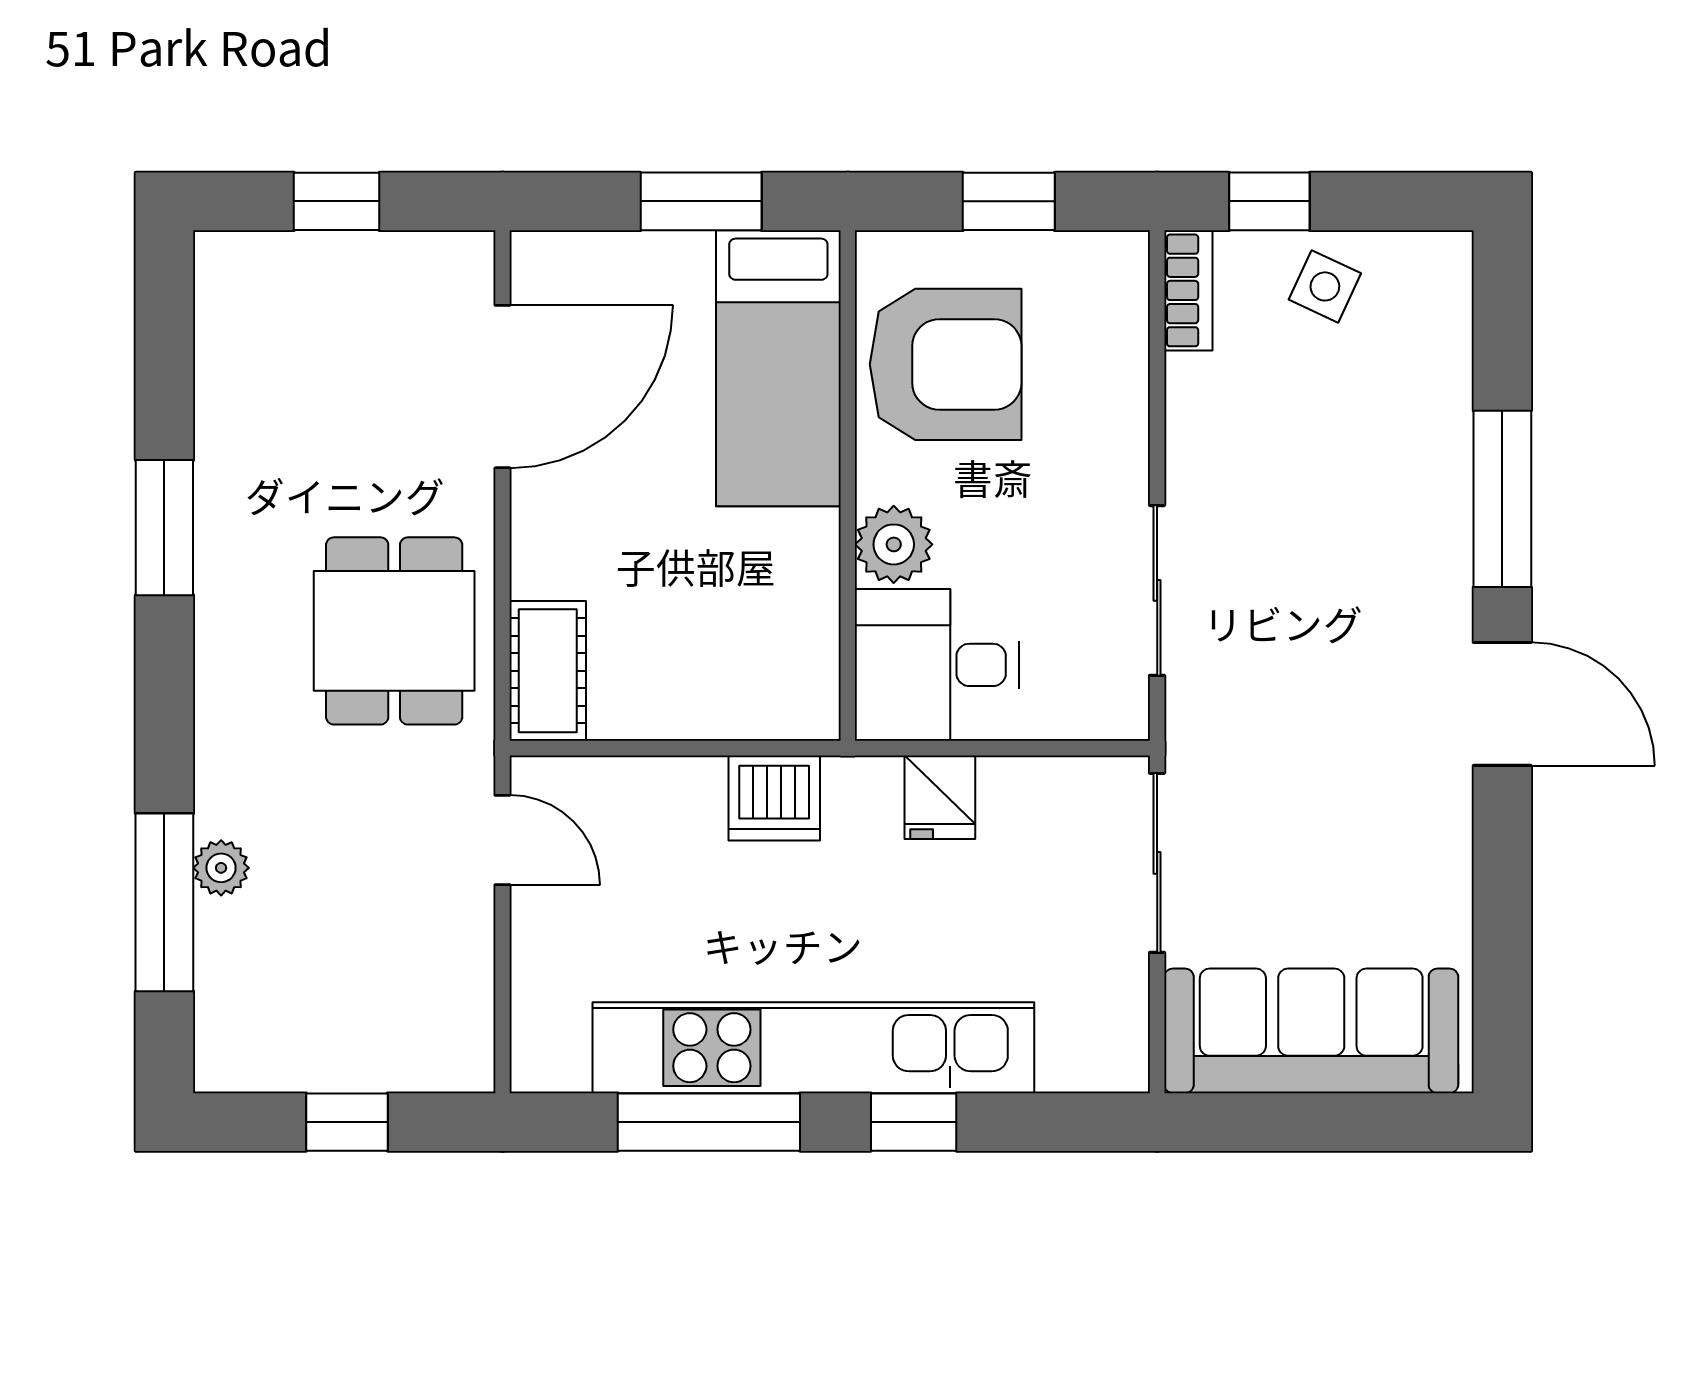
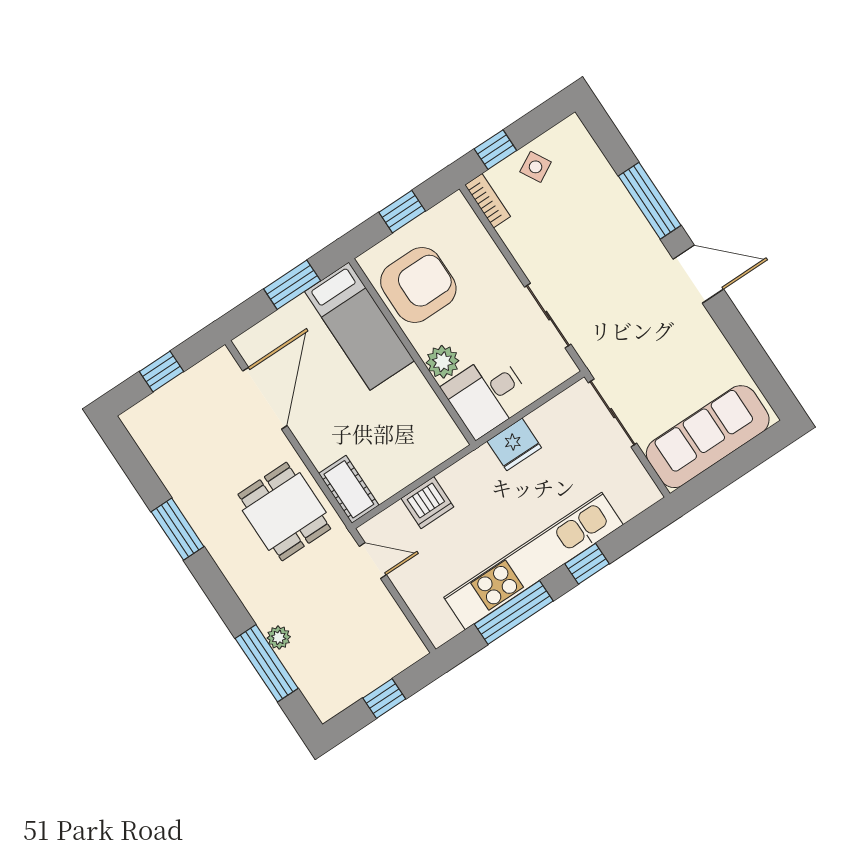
side table: (1325, 286) -> (536, 167), turned 36
fridge: (940, 797) -> (514, 444), width x1.38
dishwasher: (774, 798) -> (427, 503), moved

